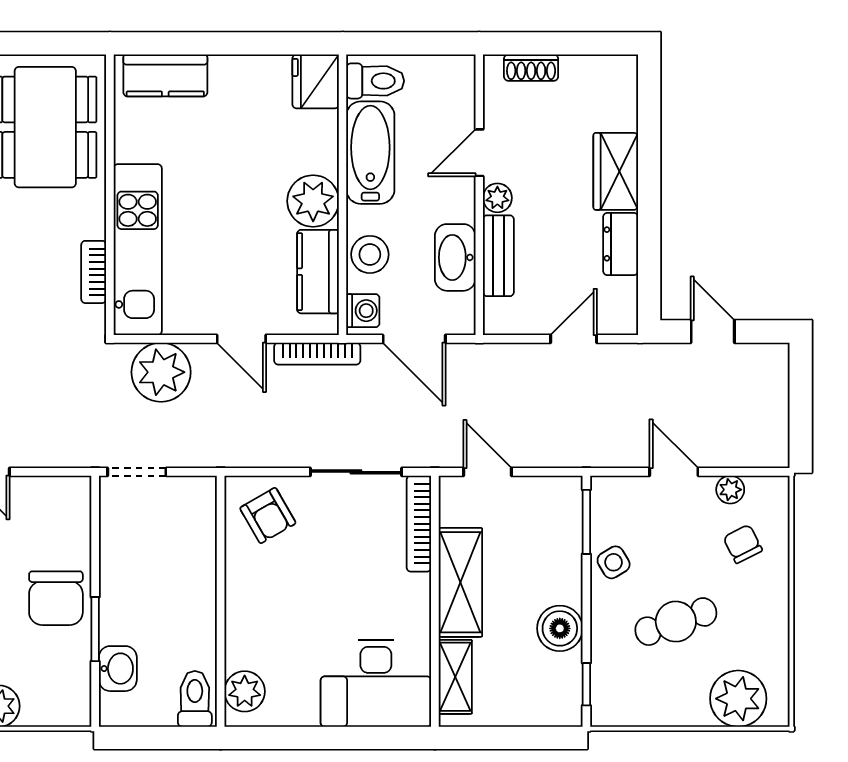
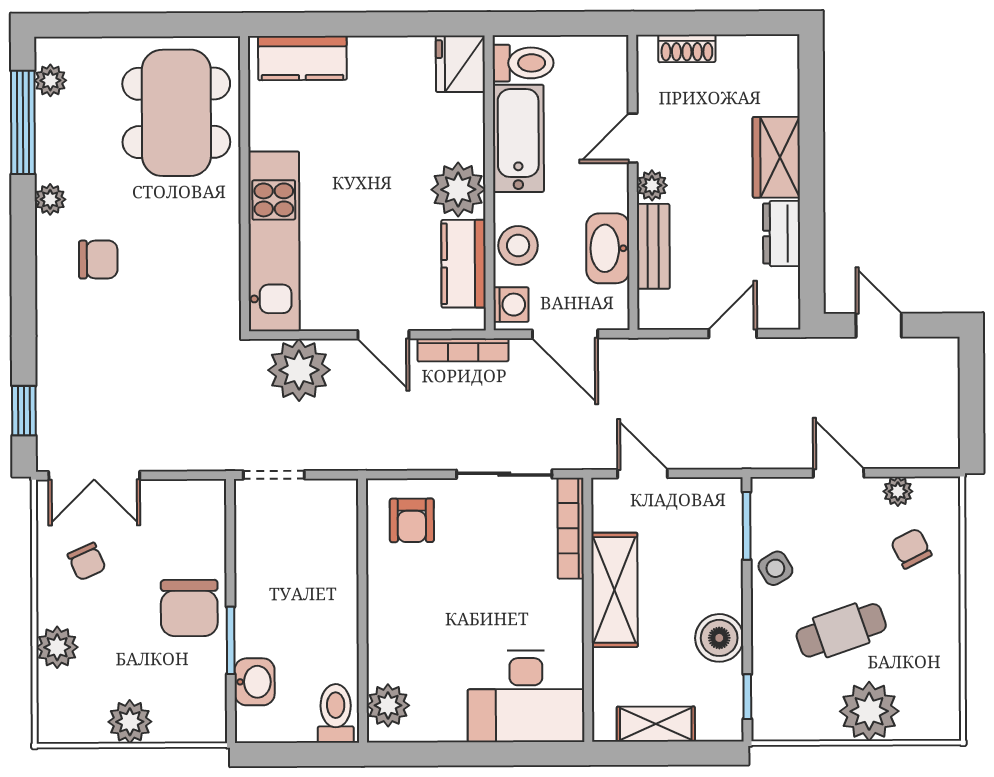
bookcase: (94, 272) -> (228, 265), removed
armchair: (268, 516) -> (412, 520), turned 30
shelving: (455, 677) -> (656, 724), moved, turned 90
plant: (738, 699) -> (869, 711), moved

